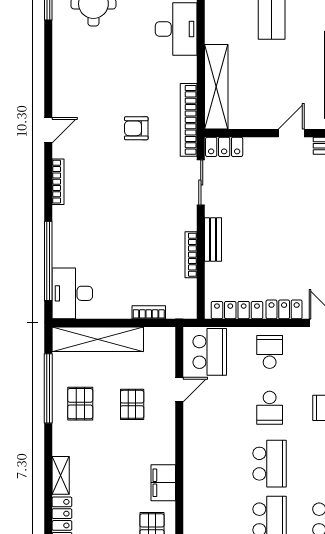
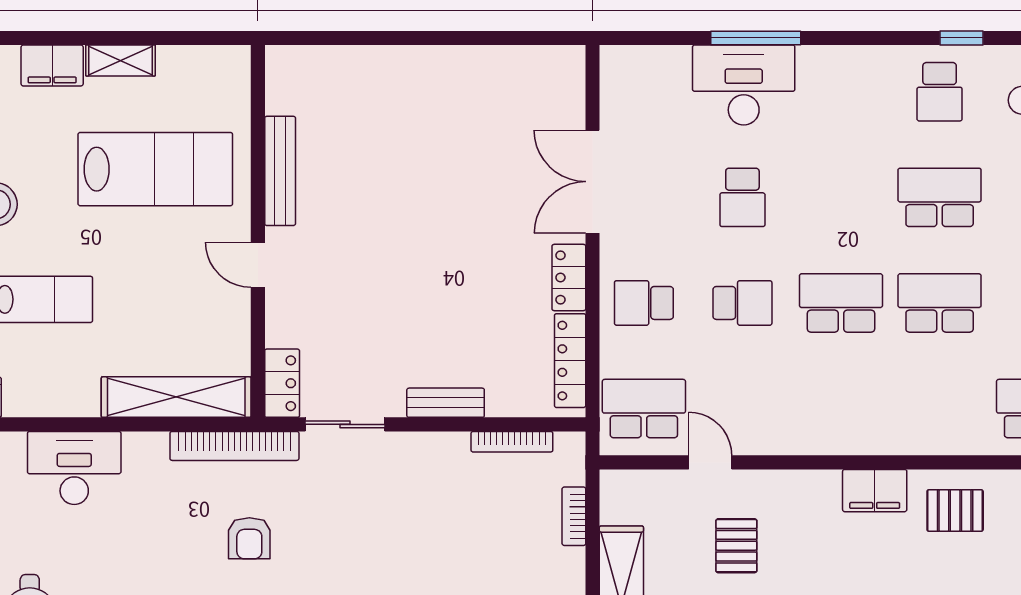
bookcase: (191, 255) -> (512, 442), moved
pallet: (132, 404) -> (736, 546), turned 90

